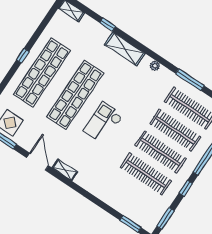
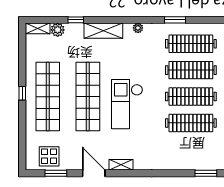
plant: (87, 23) -> (58, 30), added
window: (190, 80) -> (175, 20), width x0.69
checkout: (103, 123) -> (127, 104), width x1.36, depth x1.21

